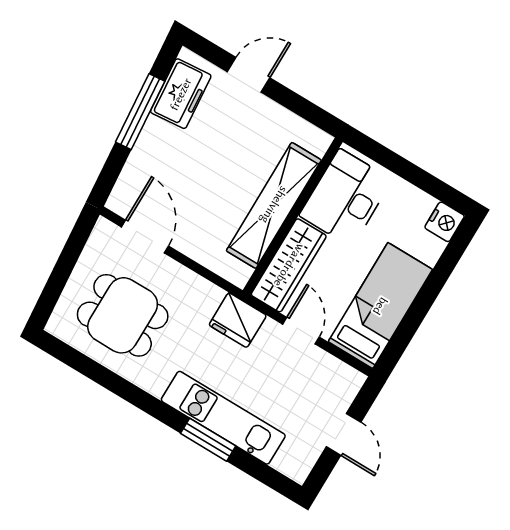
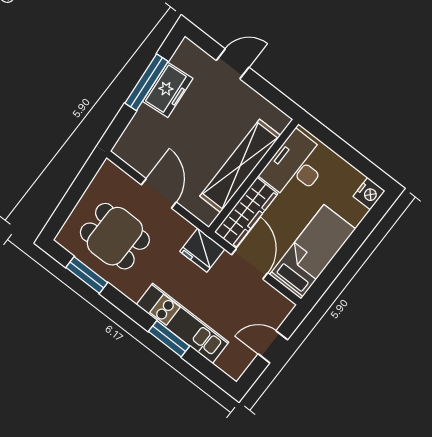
freezer: (181, 94) -> (168, 90), moved
door: (145, 236) -> (159, 193), moved
door: (301, 331) -> (250, 264), width x1.38
window: (92, 370) -> (87, 275), added
door: (344, 434) -> (273, 347), swing flipped

